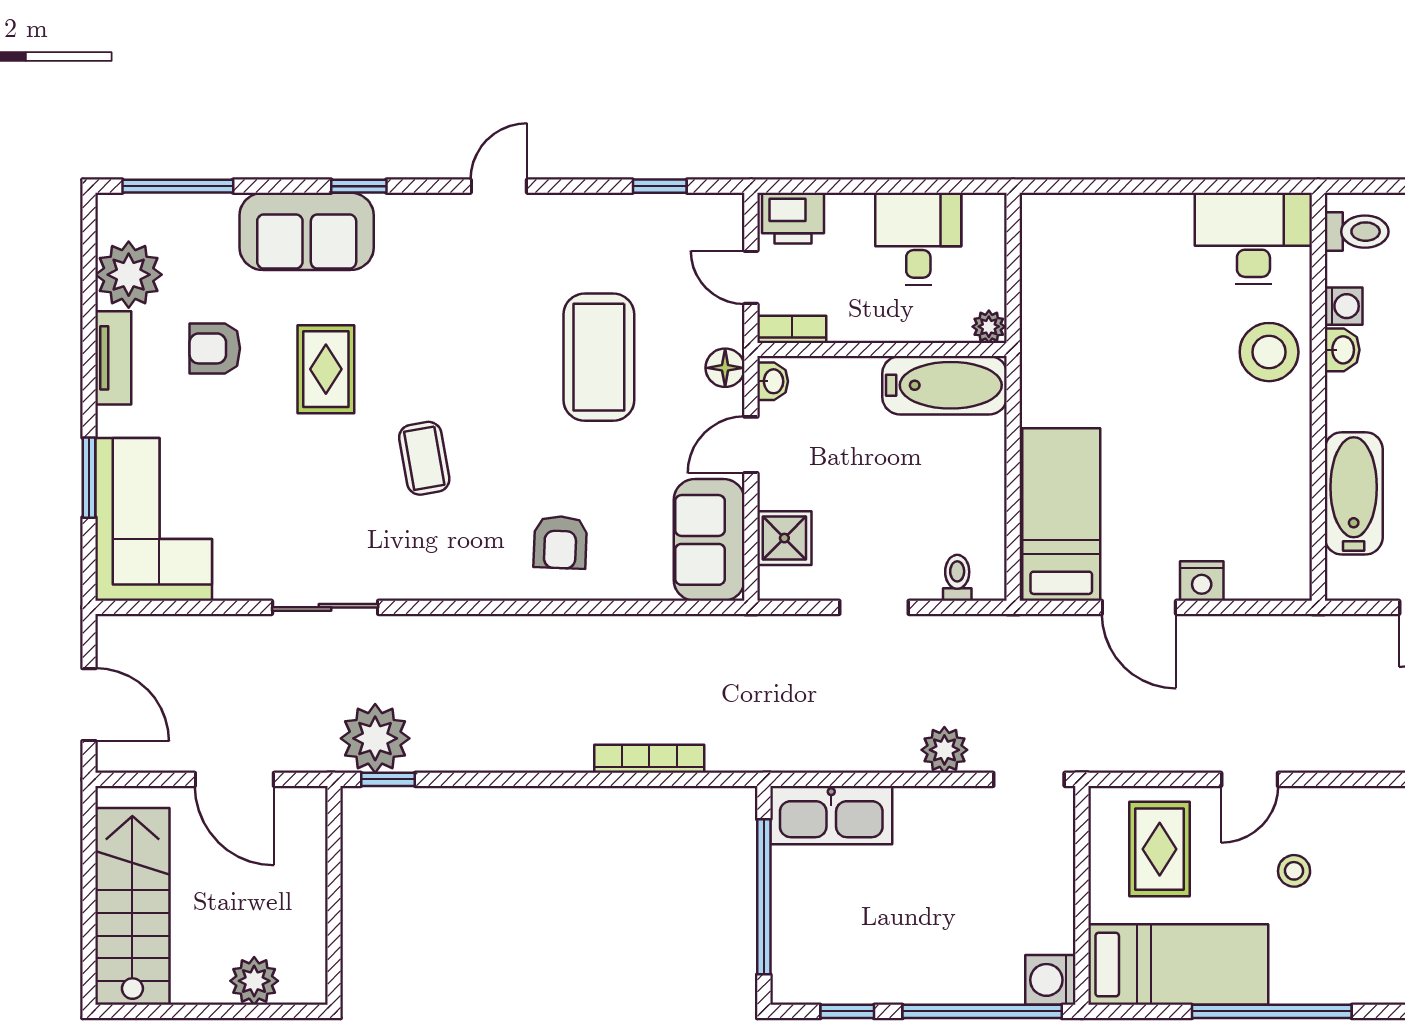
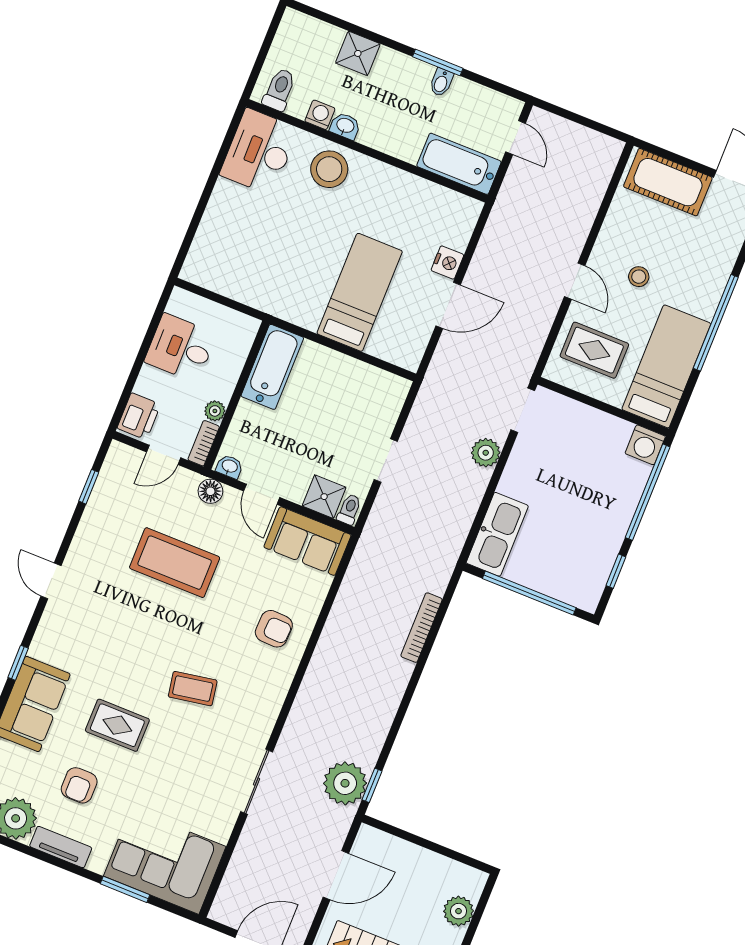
plant: (989, 327) -> (215, 411), moved
bathtub: (1354, 493) -> (459, 164), moved
bed: (1061, 515) -> (360, 292), moved, turned 90
toilet: (957, 578) -> (349, 509), moved, turned 90

